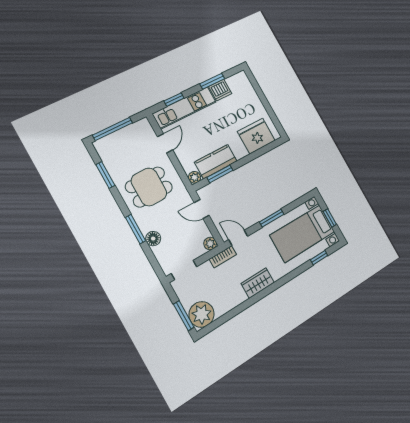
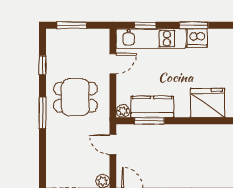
window: (113, 129) -> (72, 25), width x0.69
window: (105, 175) -> (42, 65), width x0.67
window: (136, 229) -> (42, 113), moved
floor lamp: (153, 239) -> (53, 147), removed

